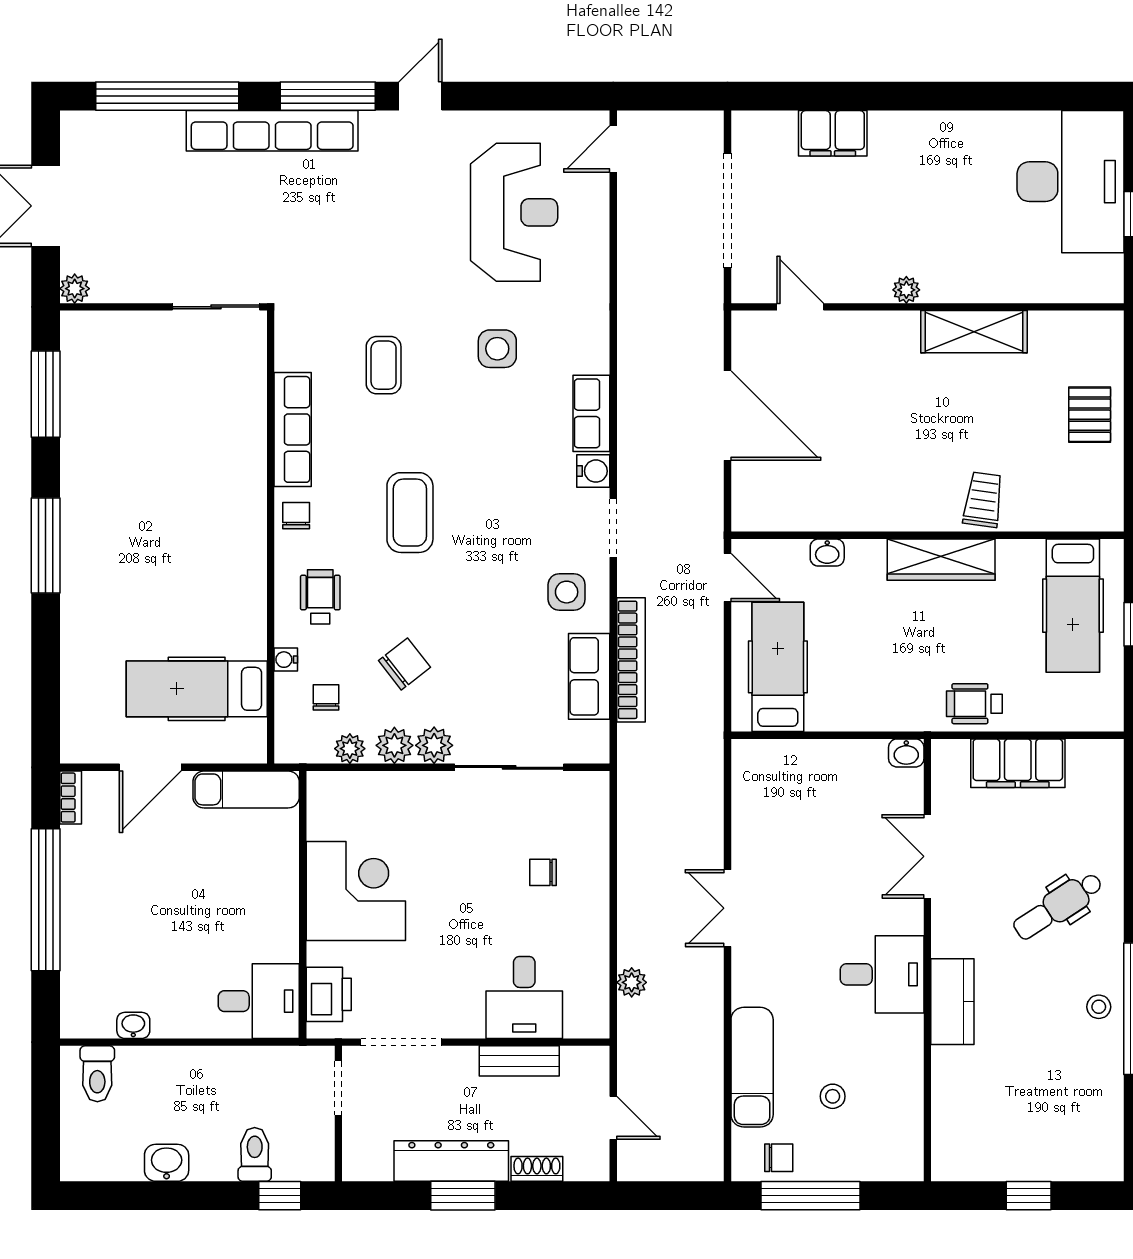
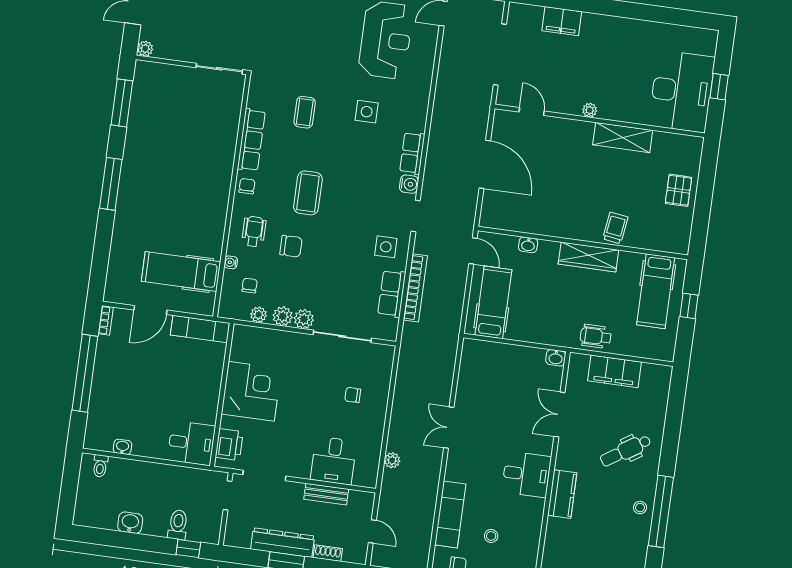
desk: (1070, 182) -> (682, 91), moved
chair: (404, 664) -> (291, 246), moved, turned 38
toilet: (97, 1074) -> (100, 466), width x0.73, depth x0.72

